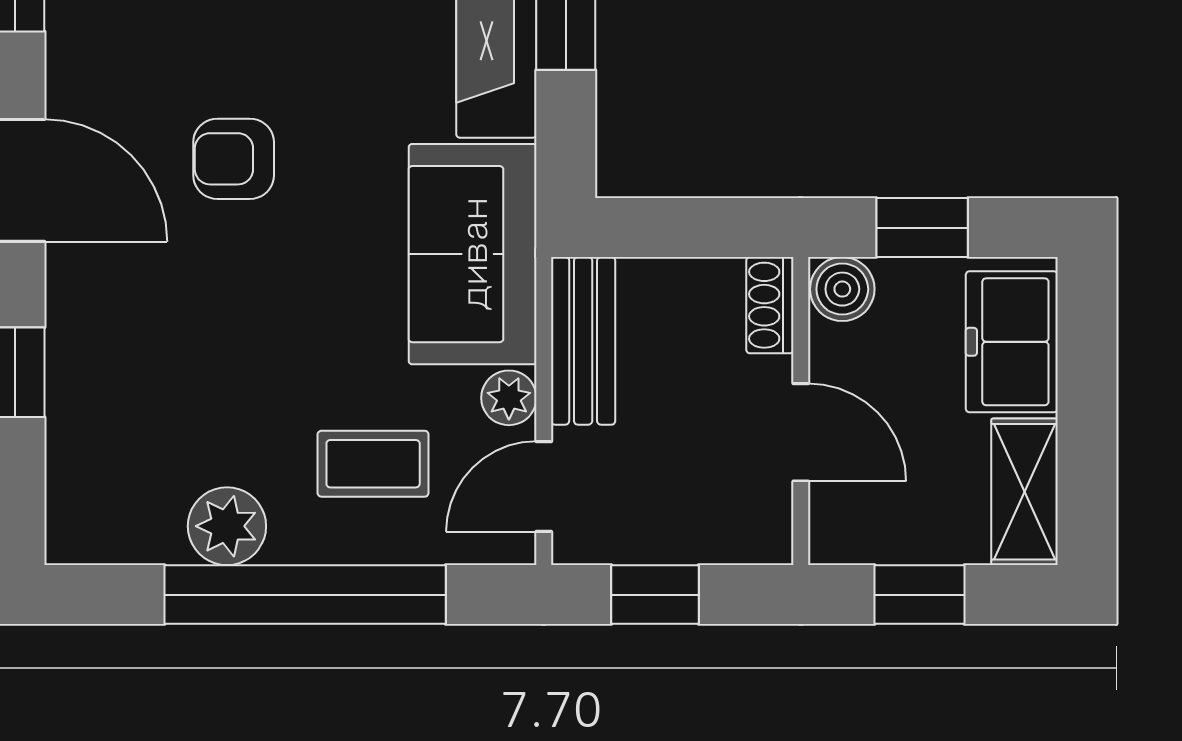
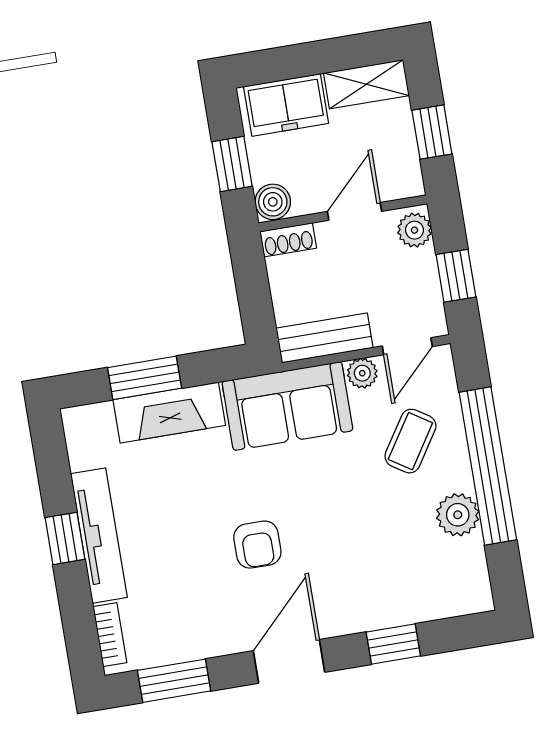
coffee table: (373, 464) -> (410, 441), turned 33
door: (544, 487) -> (407, 346), hinge flipped
plant: (749, 534) -> (414, 230), added

